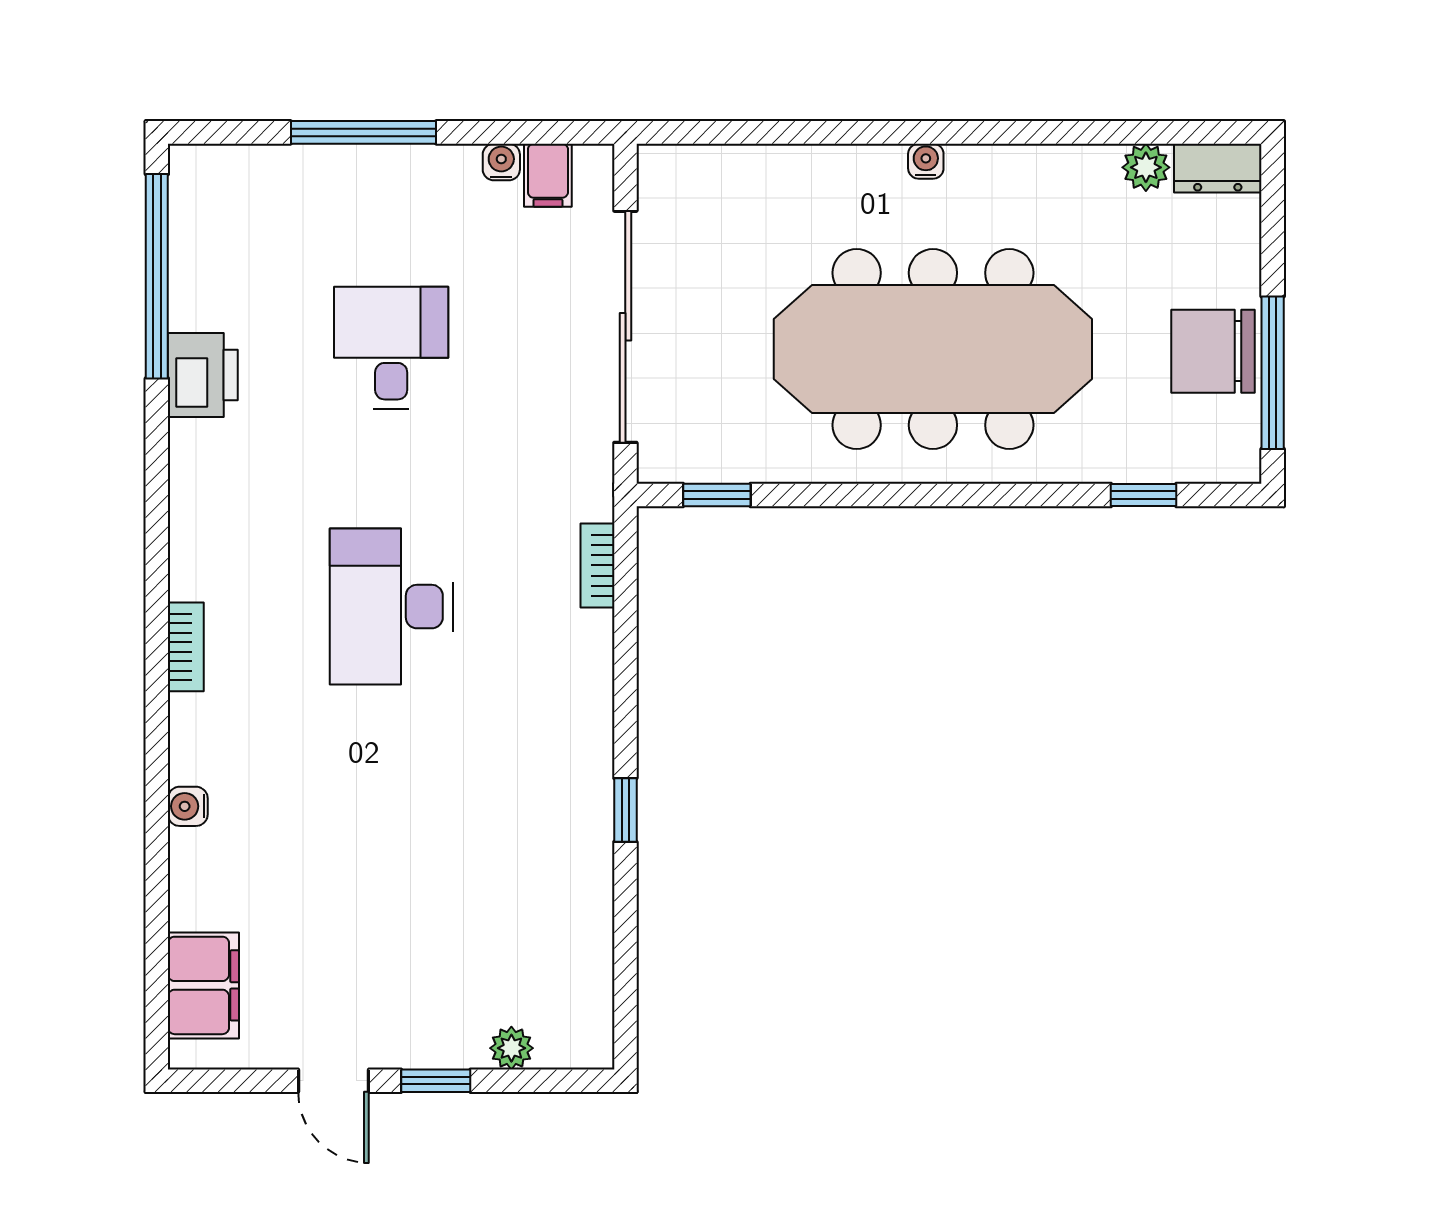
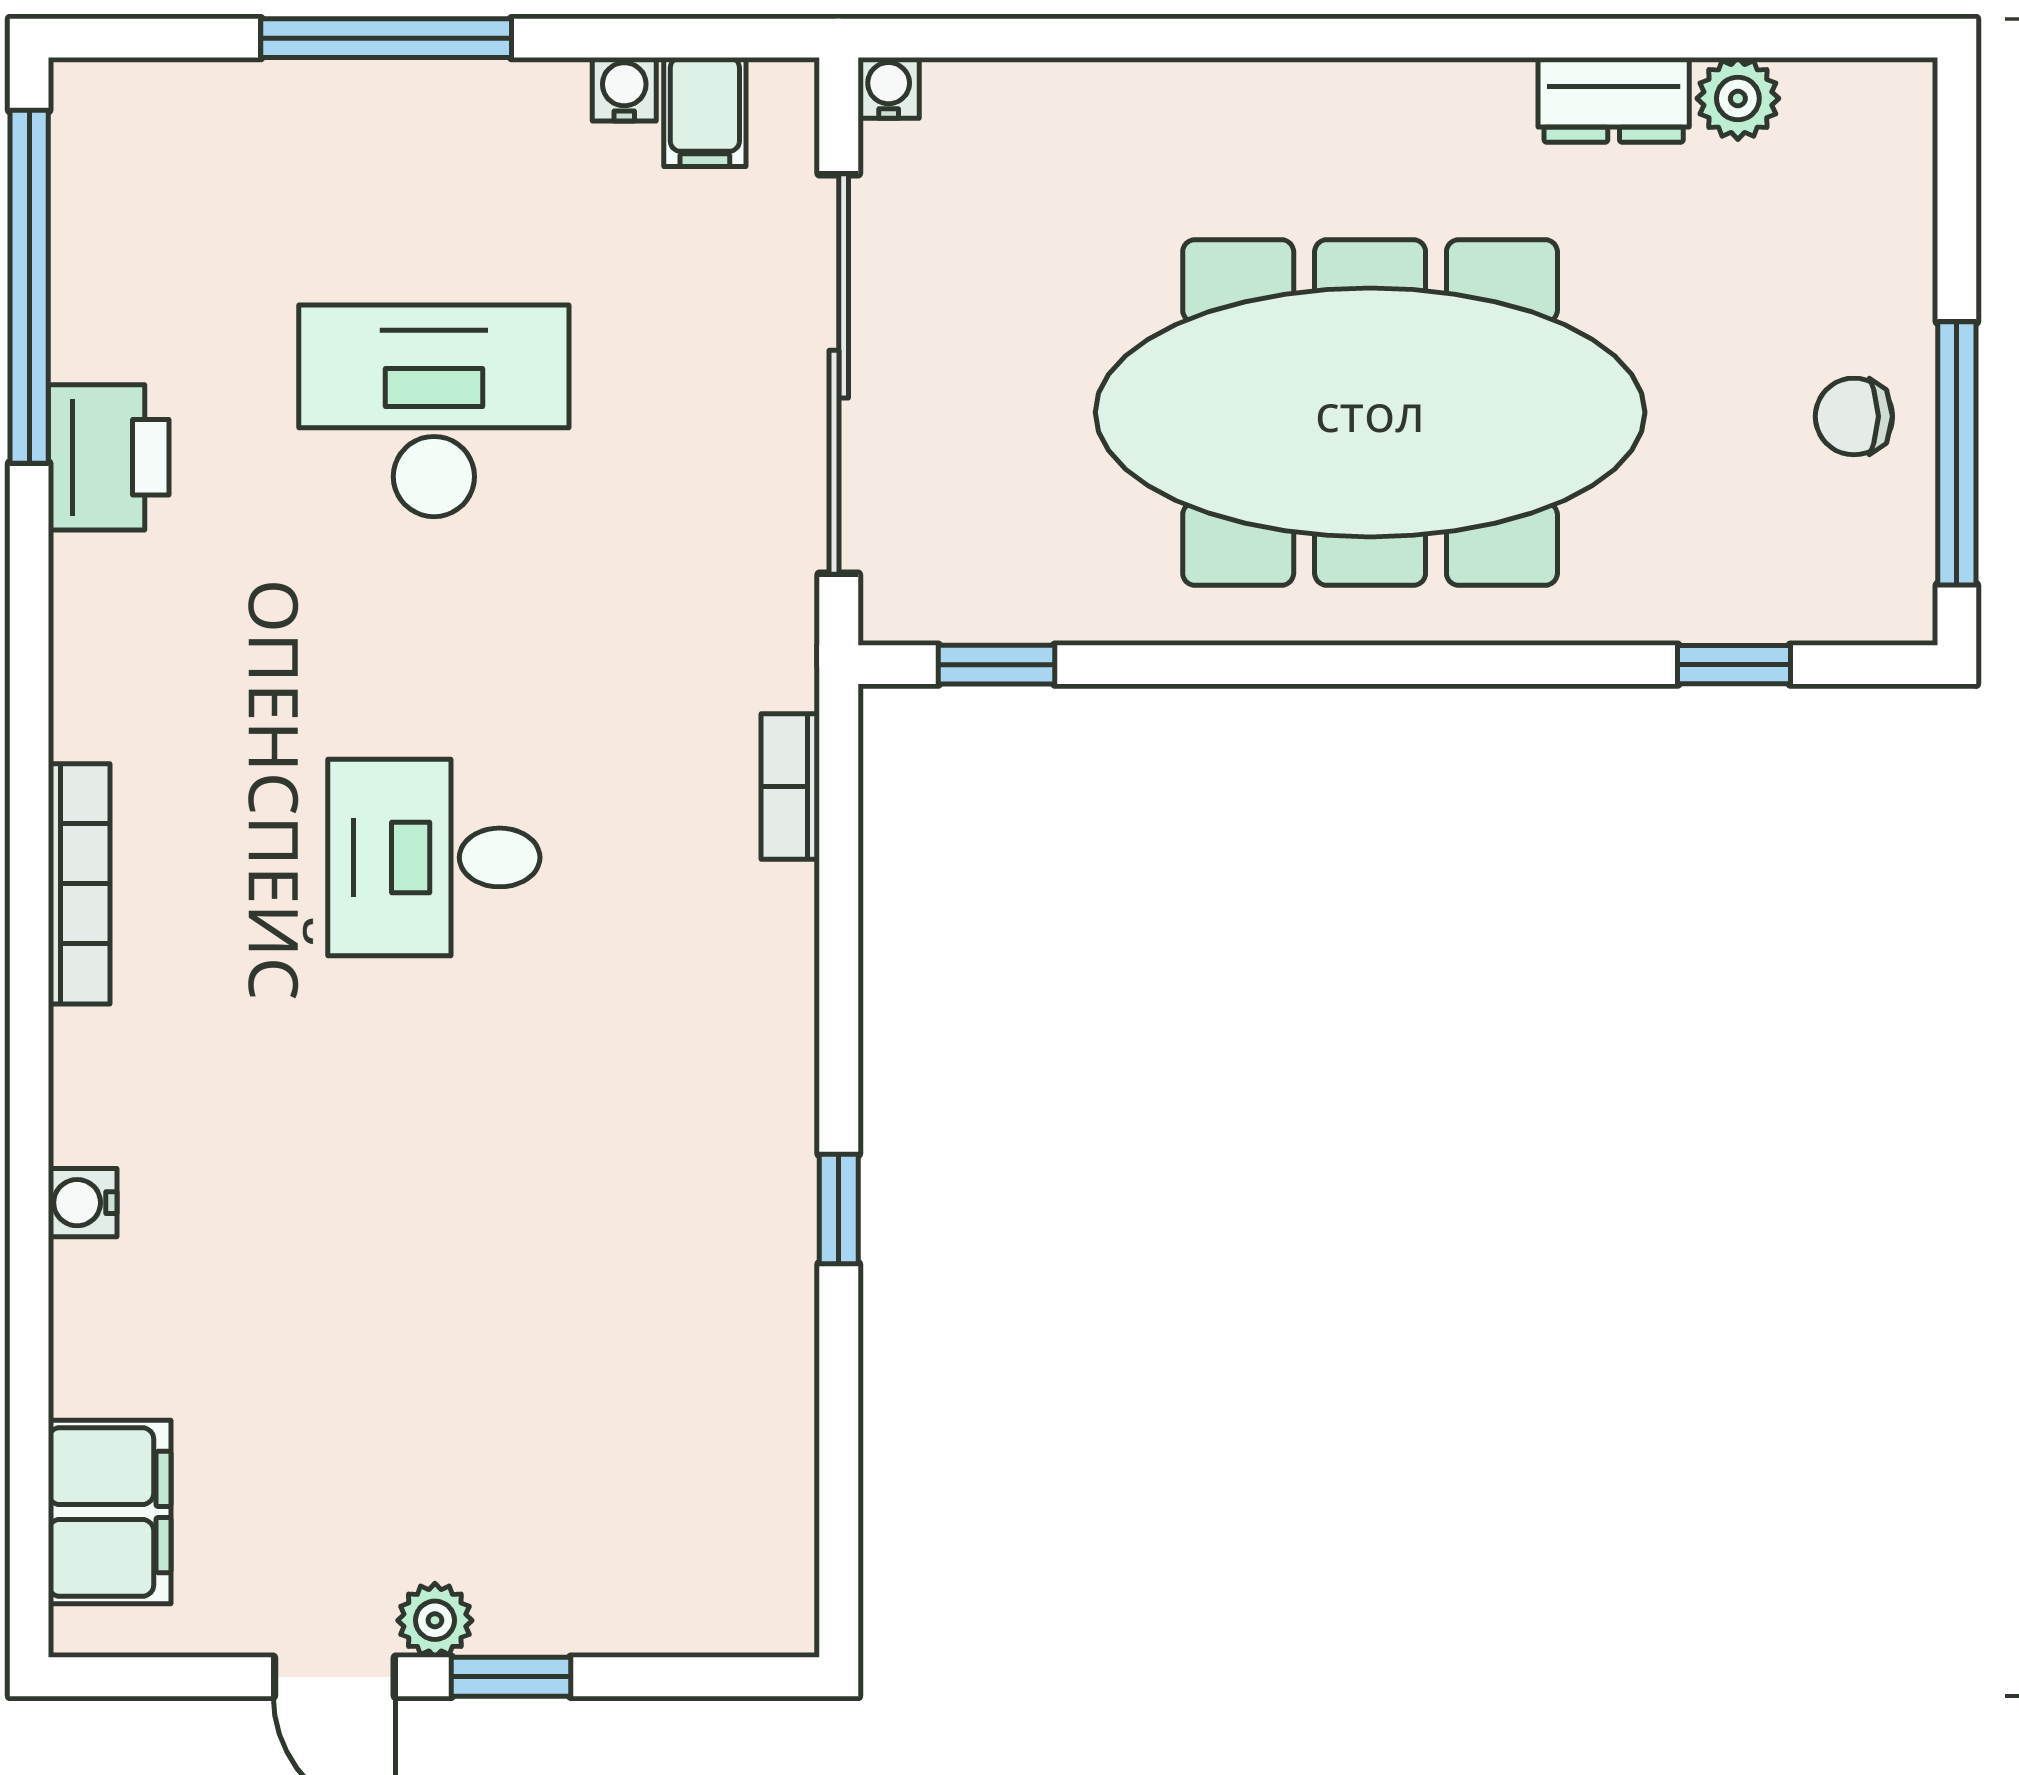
water cooler: (926, 161) -> (889, 88), moved
dresser: (1218, 168) -> (1614, 100), moved
desk: (391, 348) -> (434, 411), width x1.37
chair: (1213, 351) -> (1854, 416), width x0.54, depth x0.54
desk: (391, 607) -> (434, 857), width x0.73
bookcase: (186, 647) -> (79, 884), width x1.56
plant: (511, 1048) -> (435, 1620), moved

